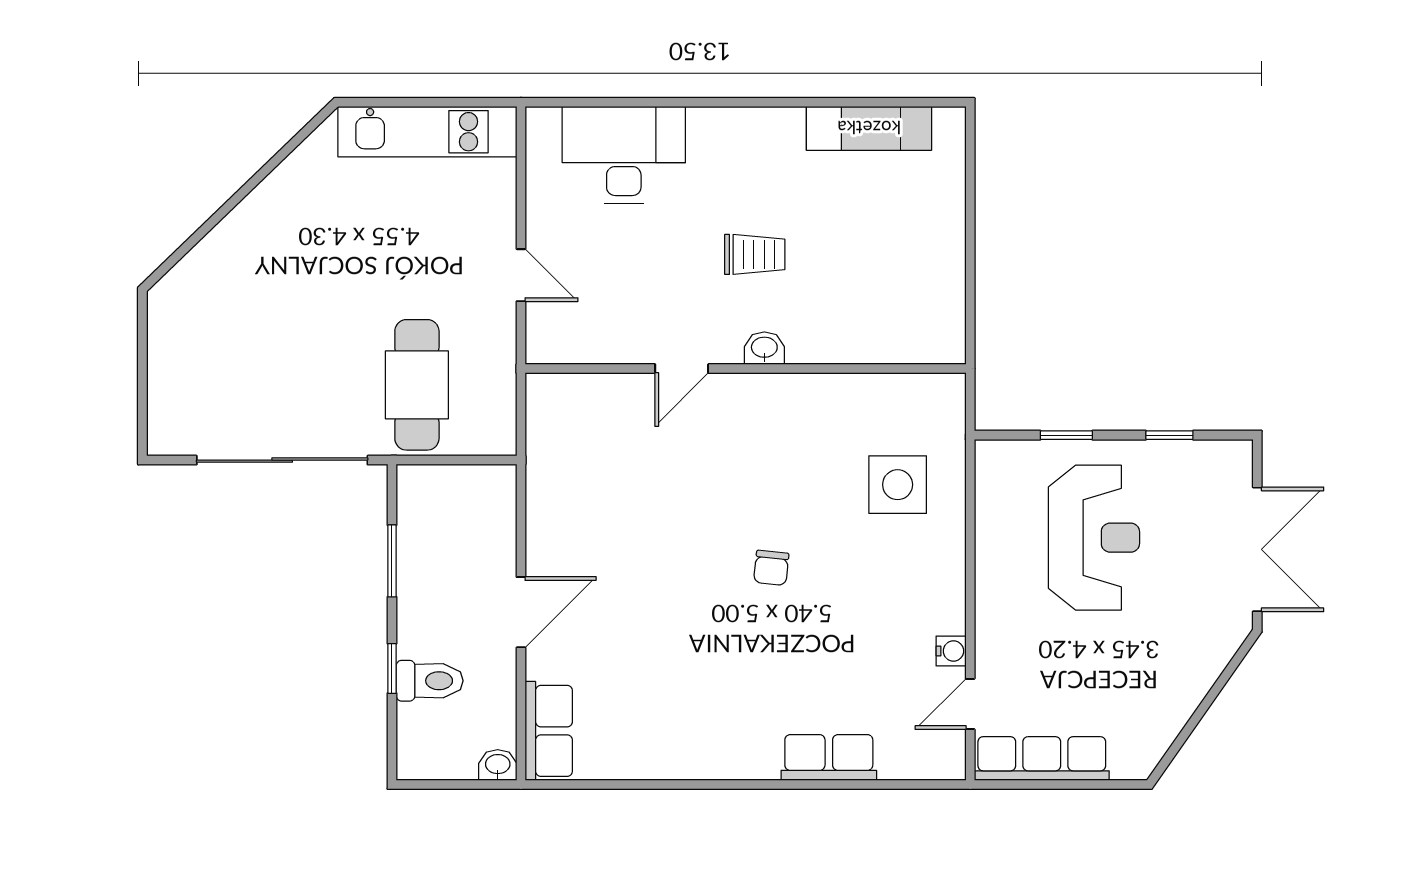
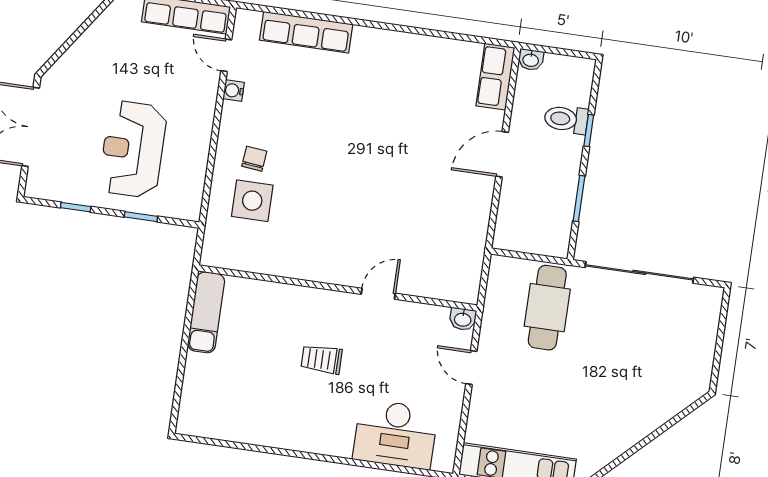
exam couch: (869, 128) -> (206, 312), moved, turned 90
washbasin: (764, 348) -> (463, 319), moved
chair: (771, 568) -> (254, 159), moved
door: (970, 704) -> (226, 55), swing flipped
row of seats: (829, 758) -> (306, 32), width x1.48

